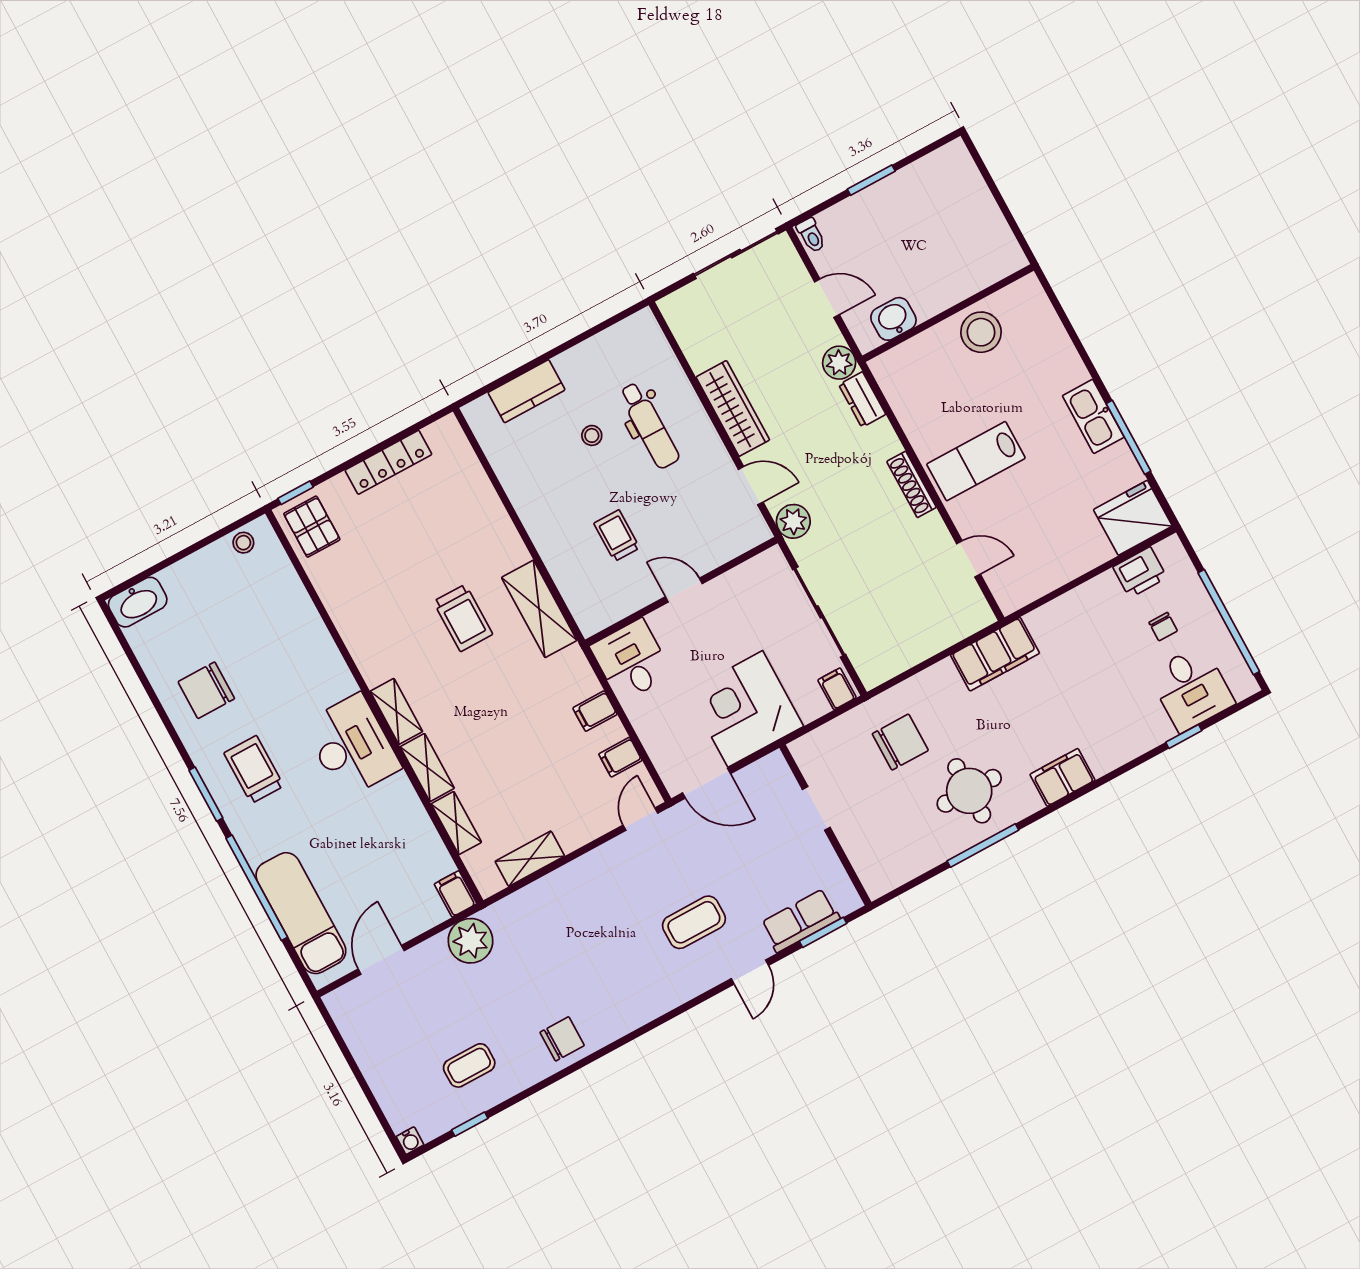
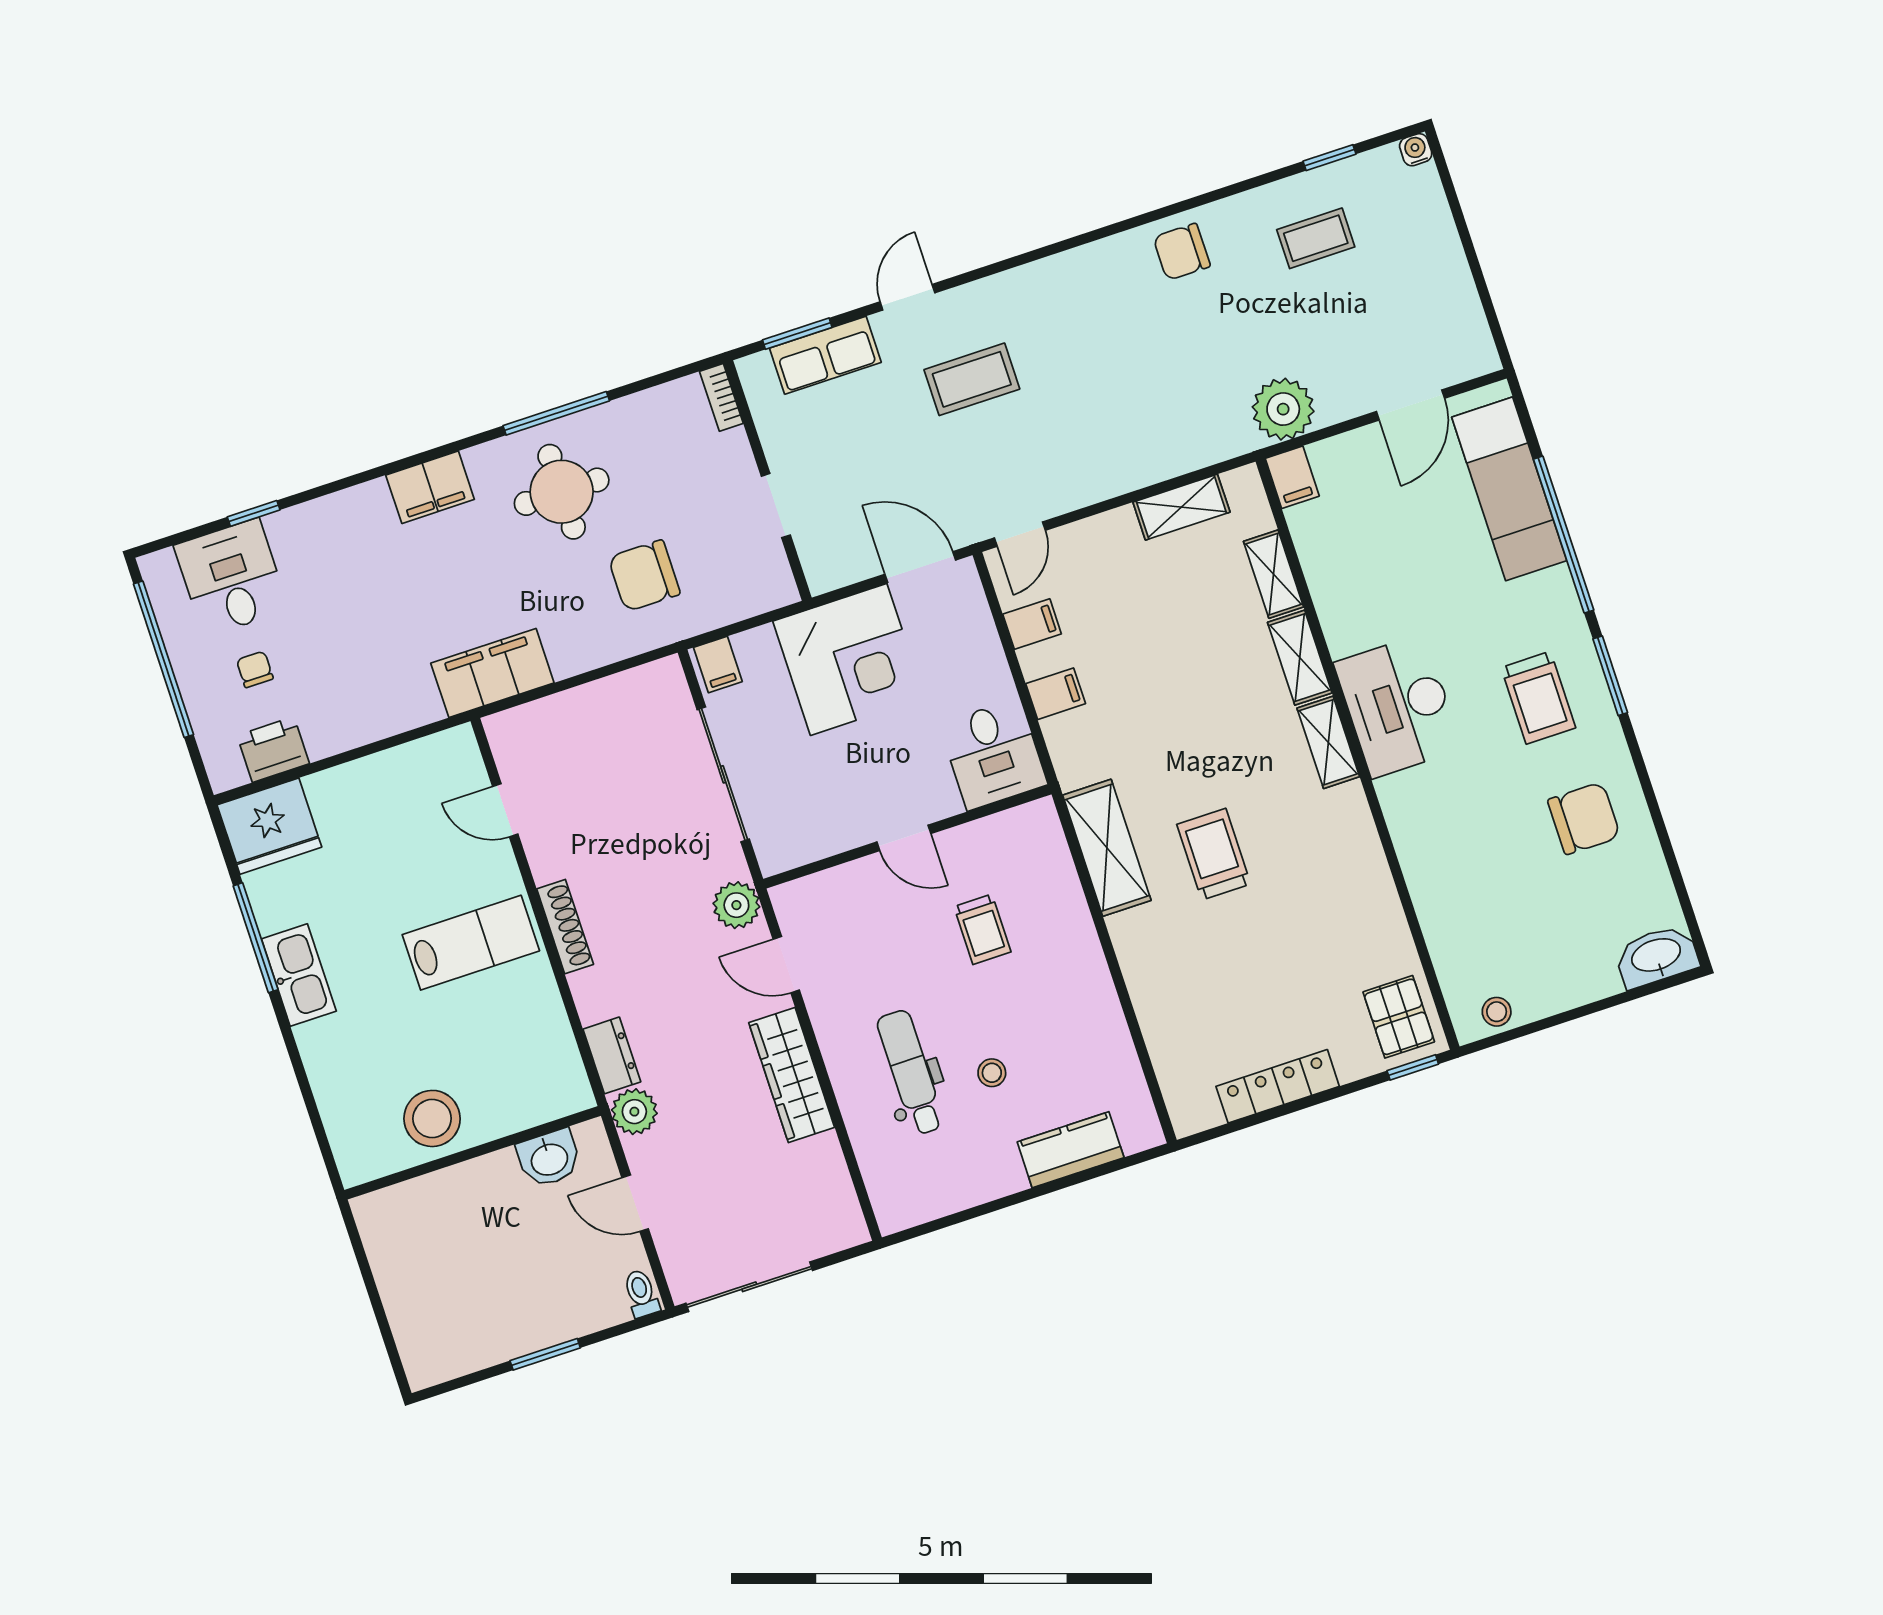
bookcase: (868, 878) -> (721, 397), added

